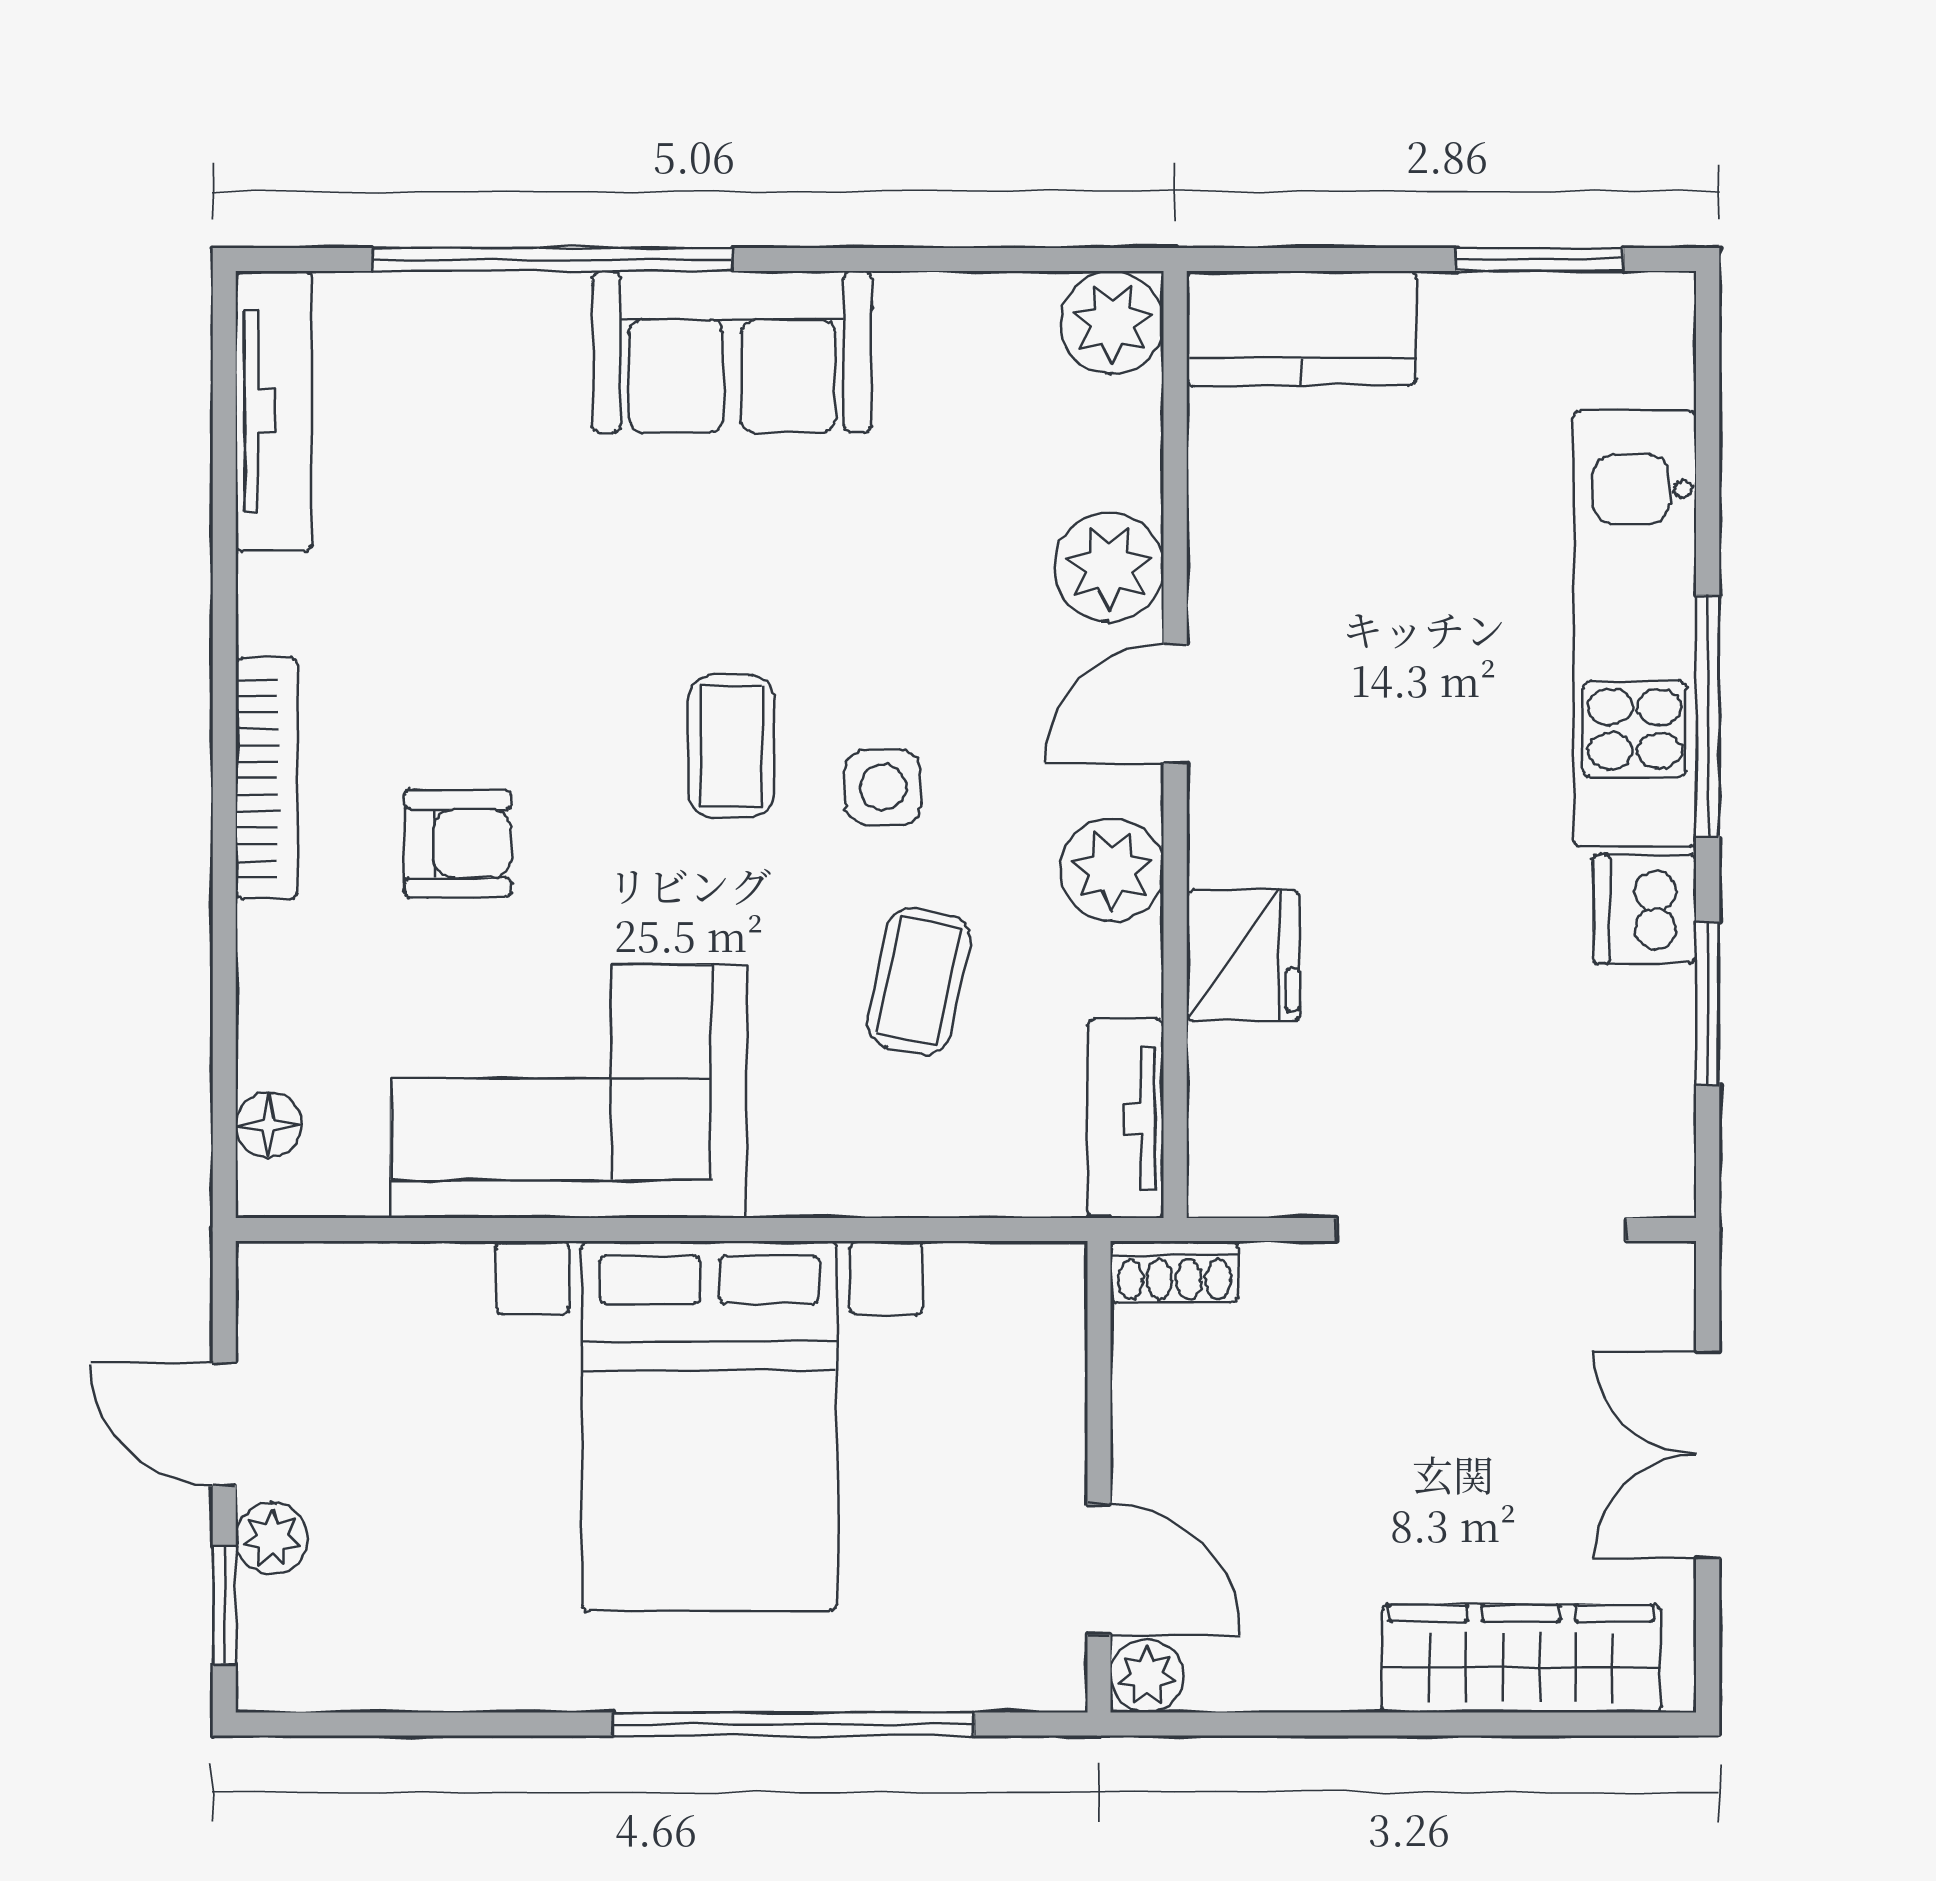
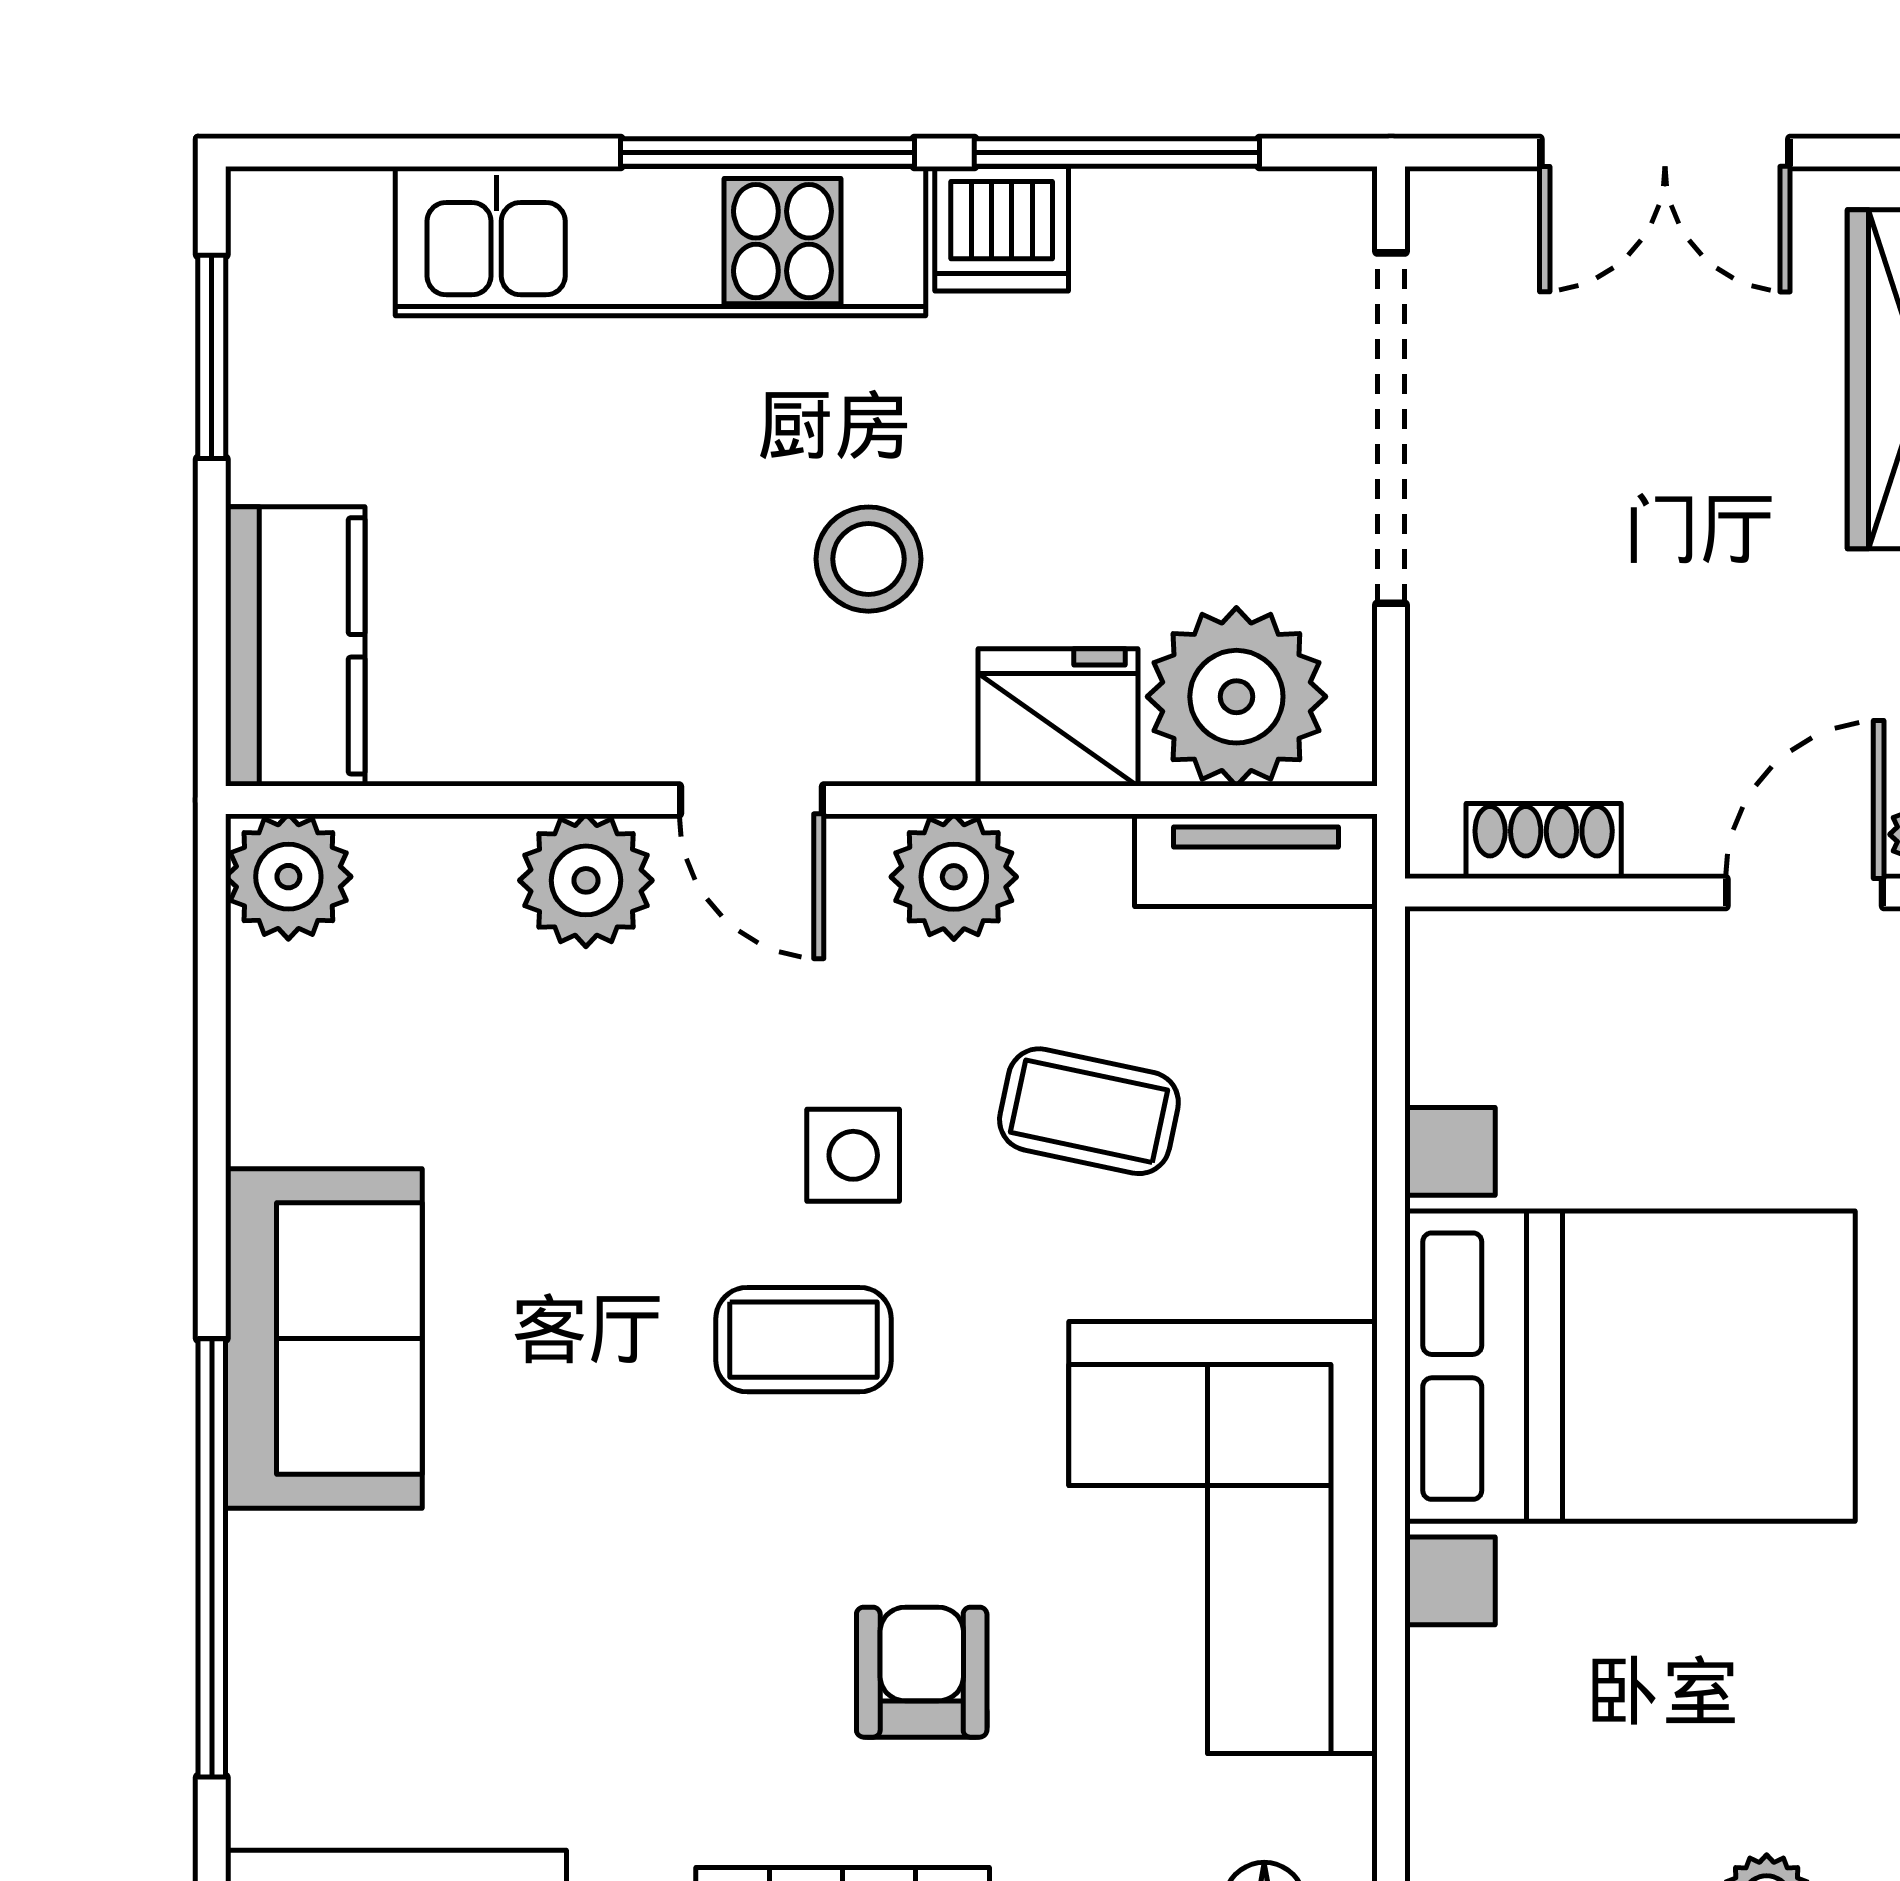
stool: (1373, 800) -> (868, 559), added
window: (1708, 1004) -> (1117, 153), width x1.44
plant: (1260, 1102) -> (1236, 697), added
shoe rack: (1174, 1272) -> (1544, 841), moved, turned -90

